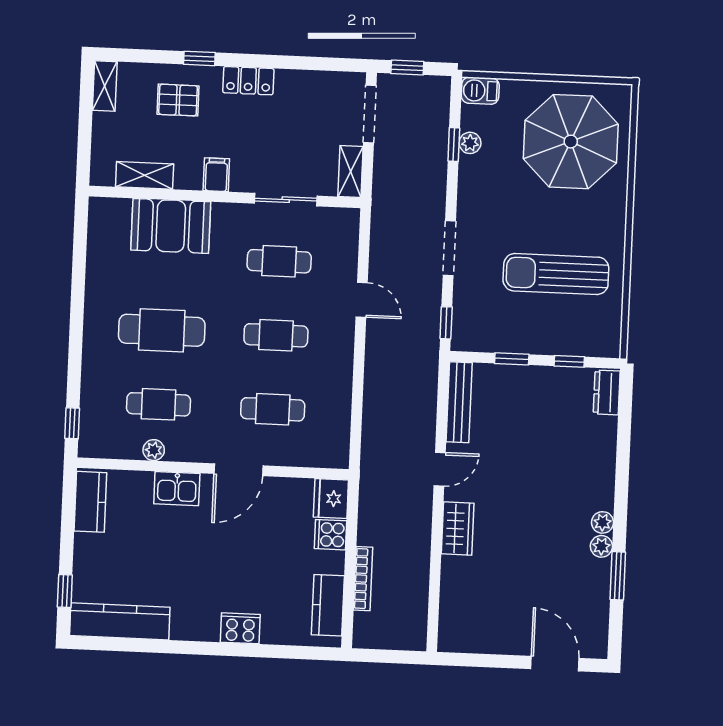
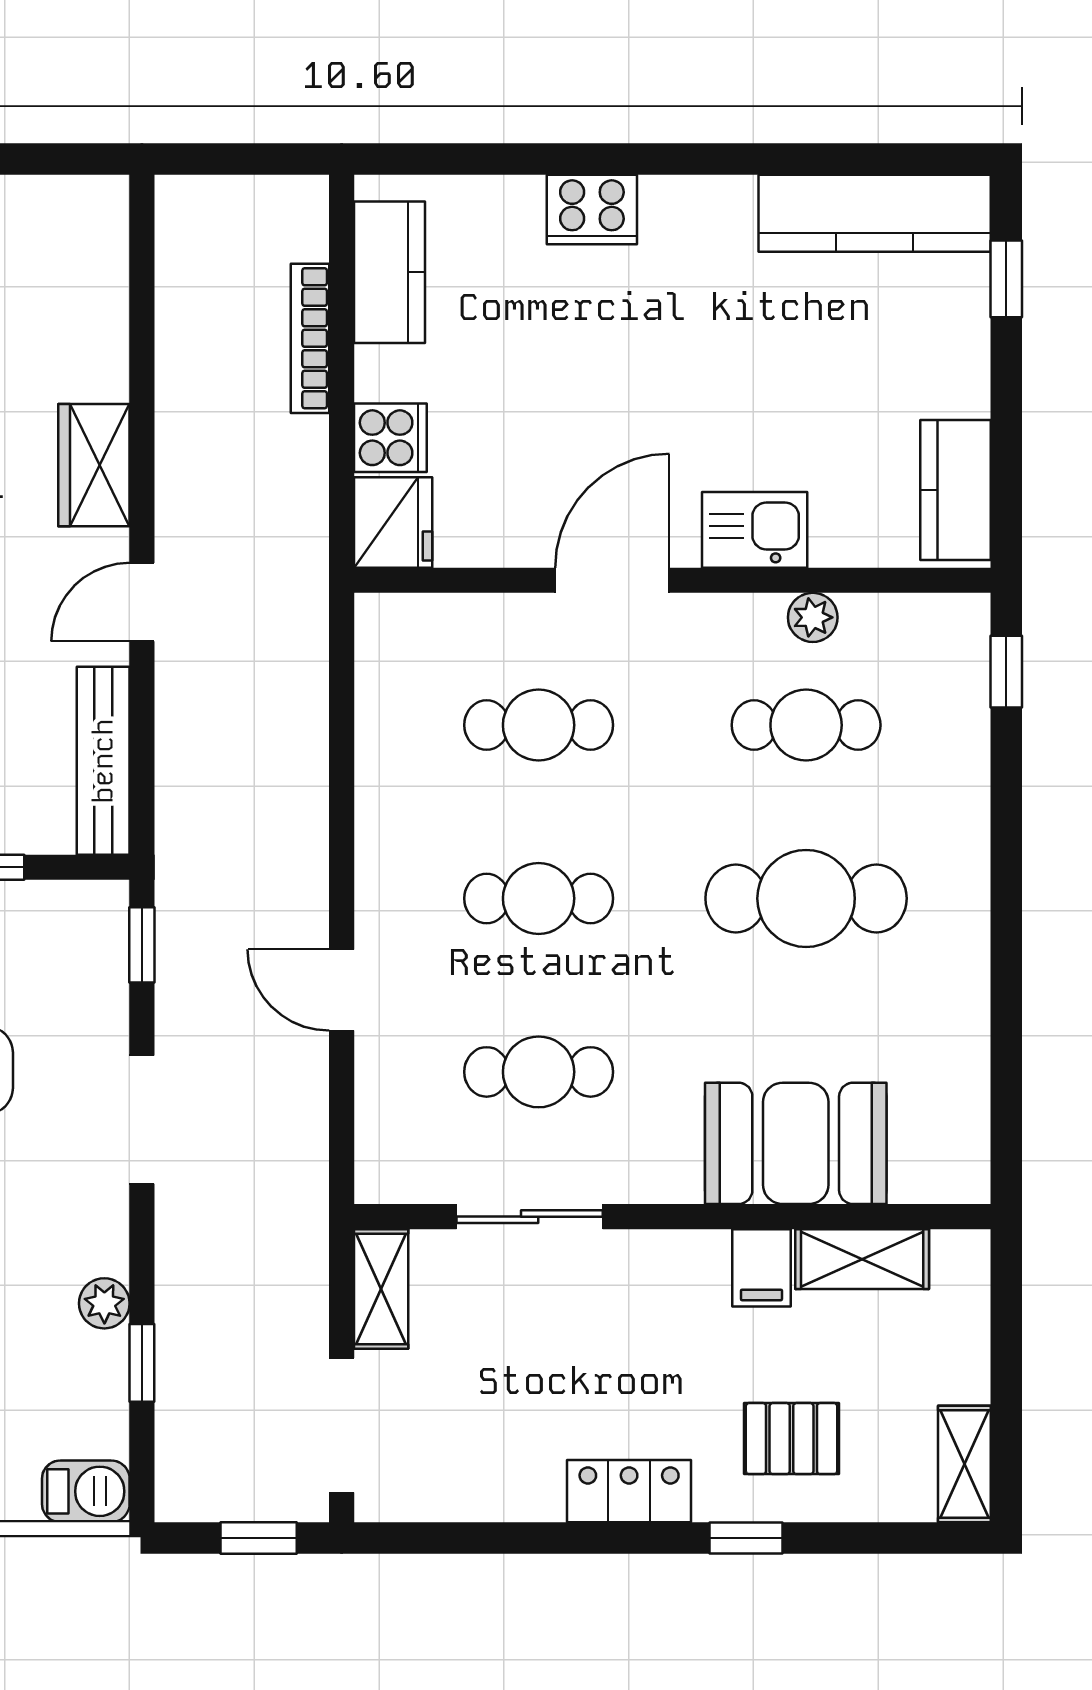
plant: (470, 143) -> (104, 1303), moved
filing cabinet: (216, 175) -> (761, 1268), moved

